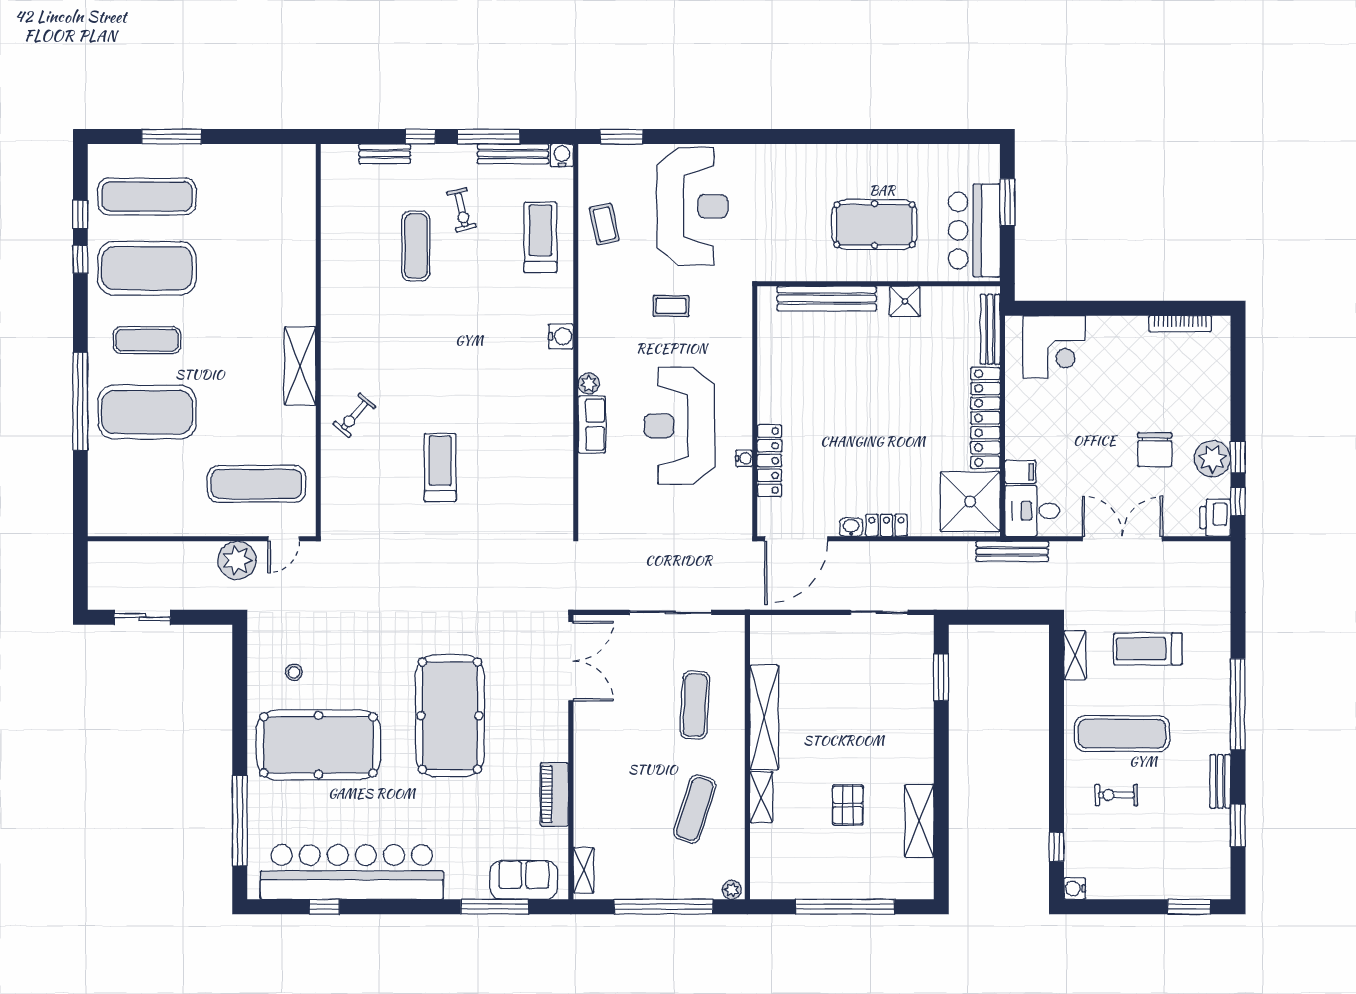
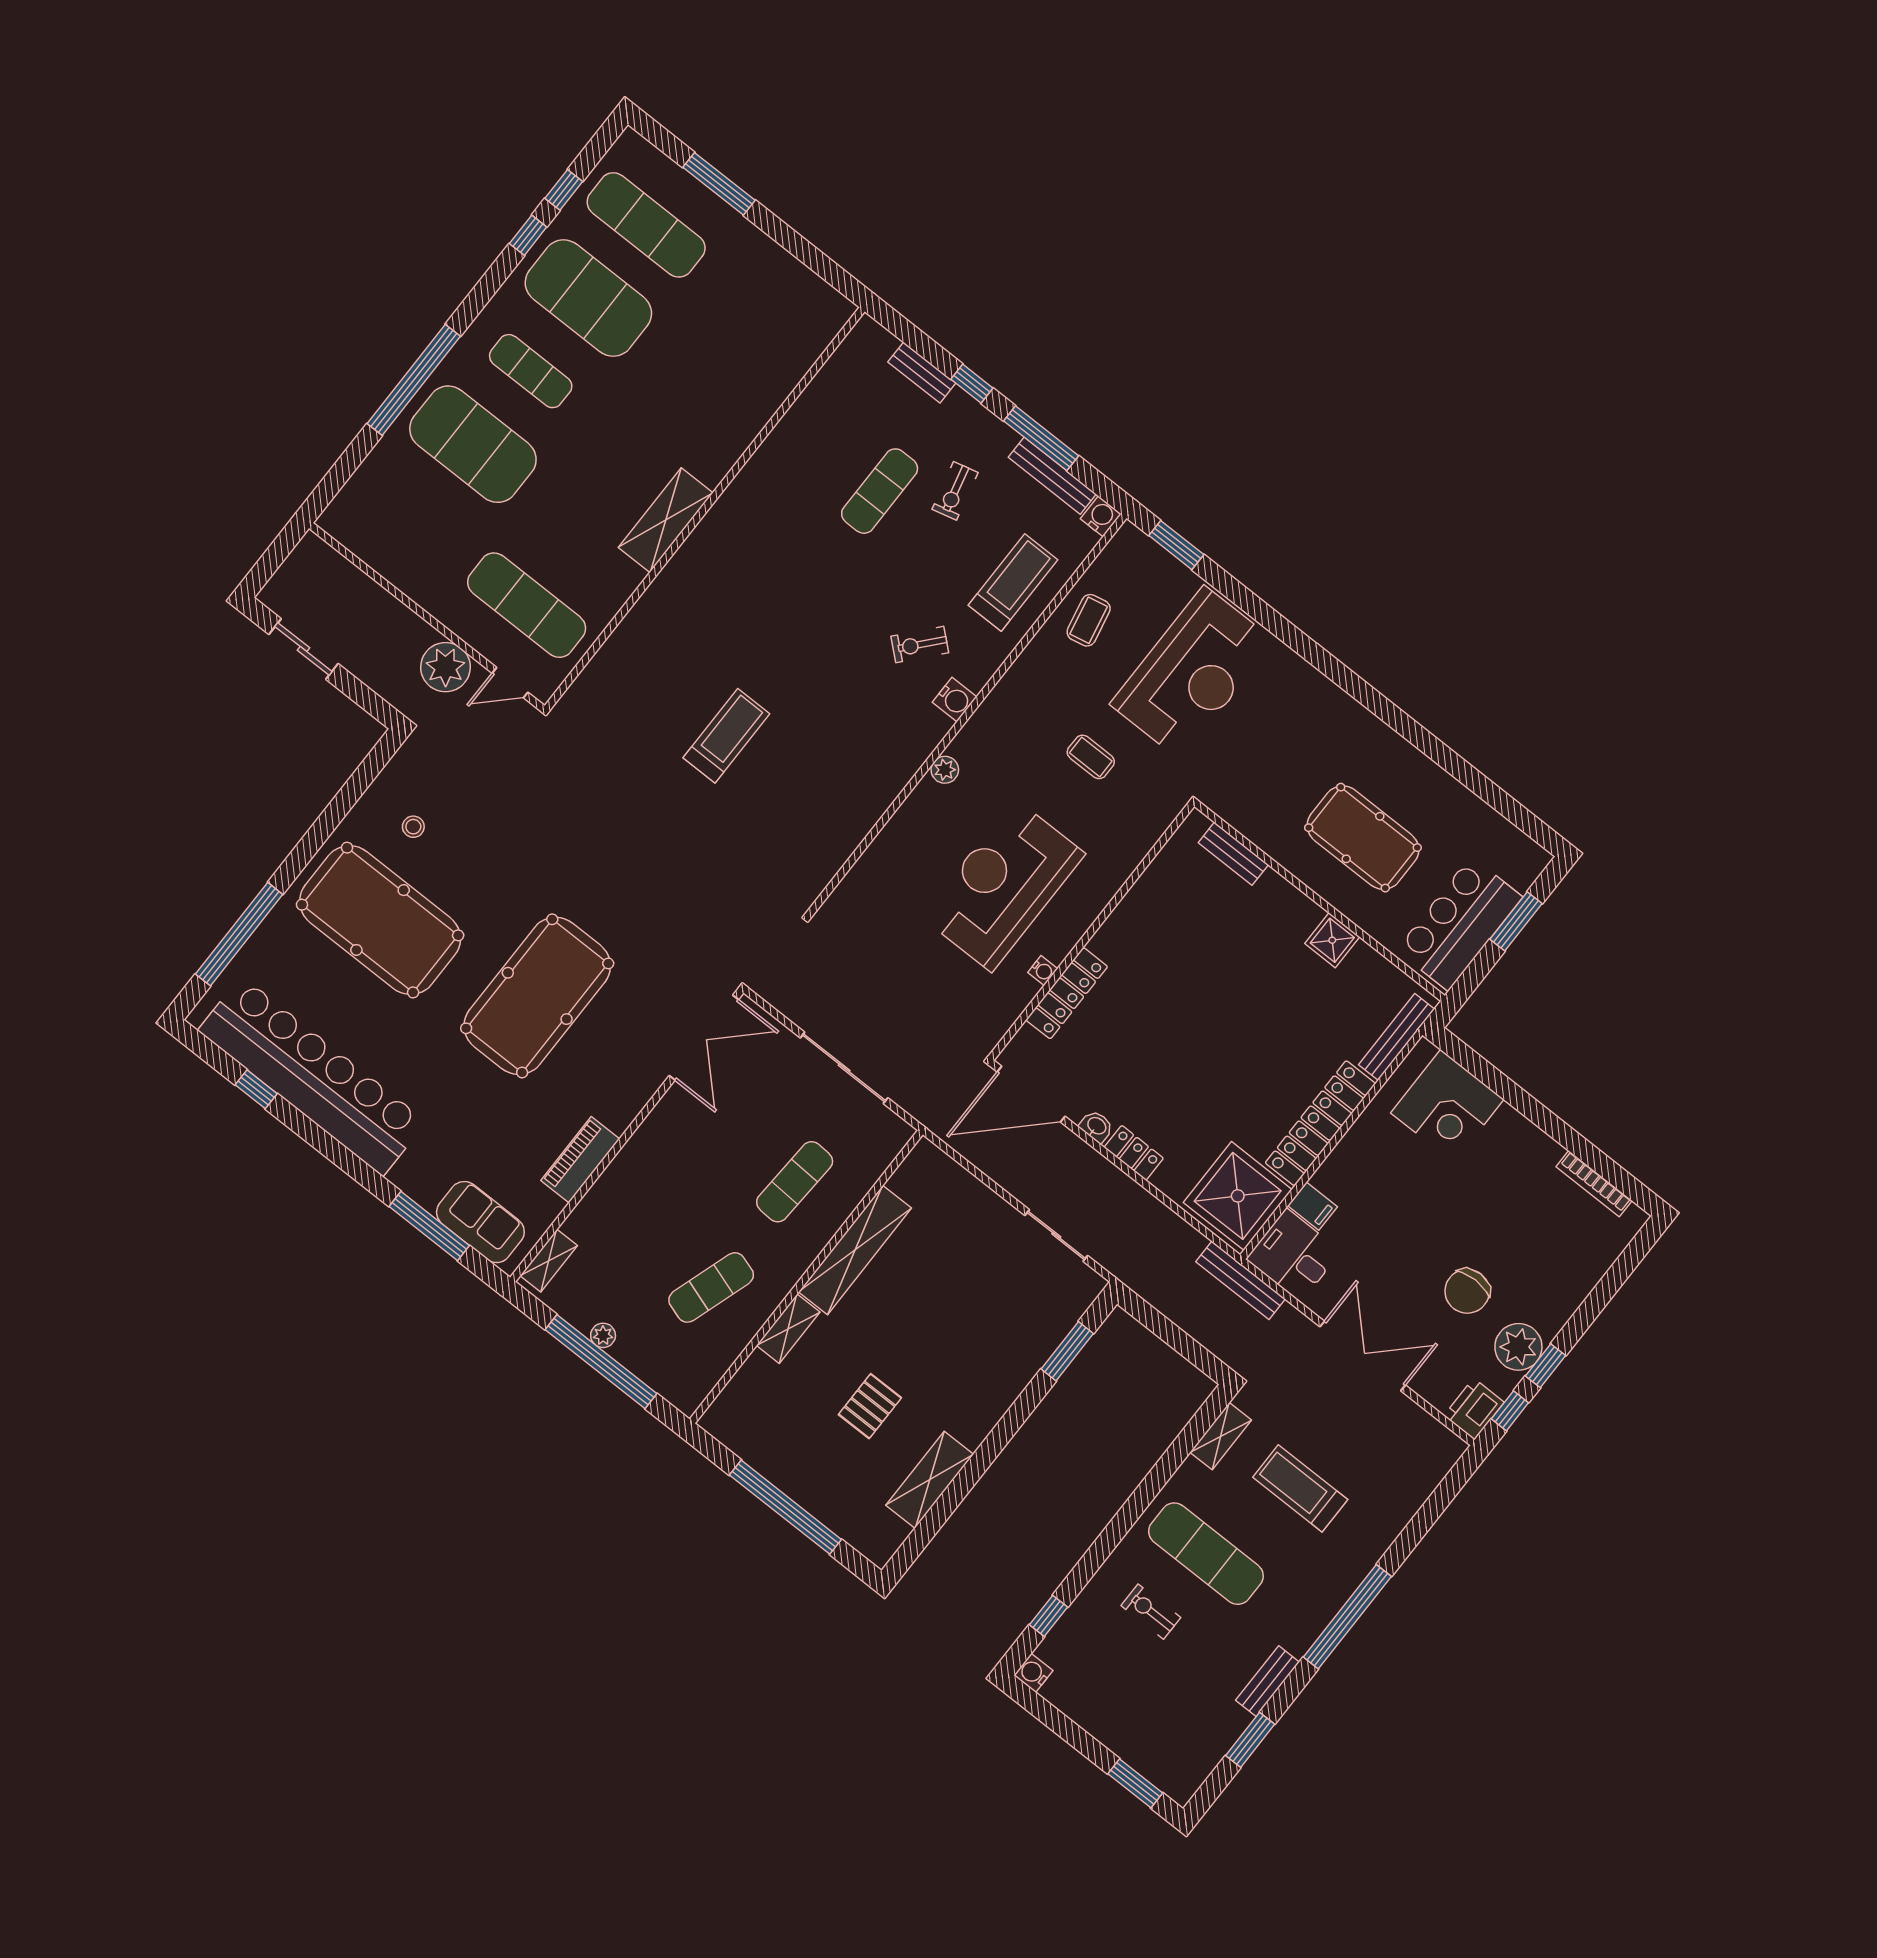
bench: (827, 299) -> (1233, 854), width x0.54, depth x0.82
exercise bike: (354, 415) -> (920, 645), moved
row of seats: (592, 425) -> (915, 814), removed
plant: (732, 890) -> (603, 1335), moved

